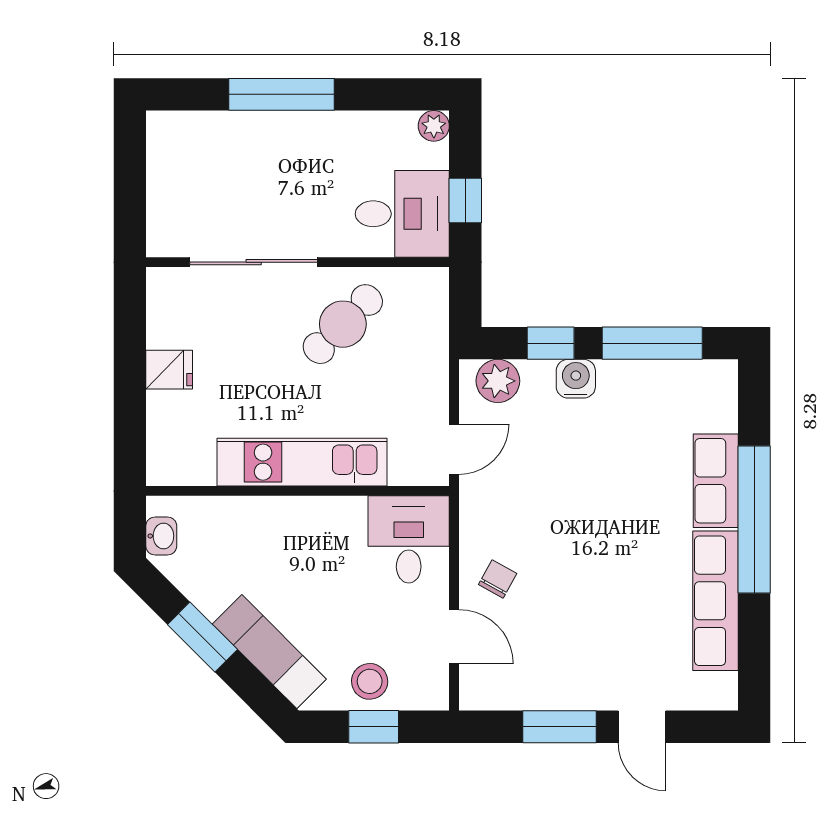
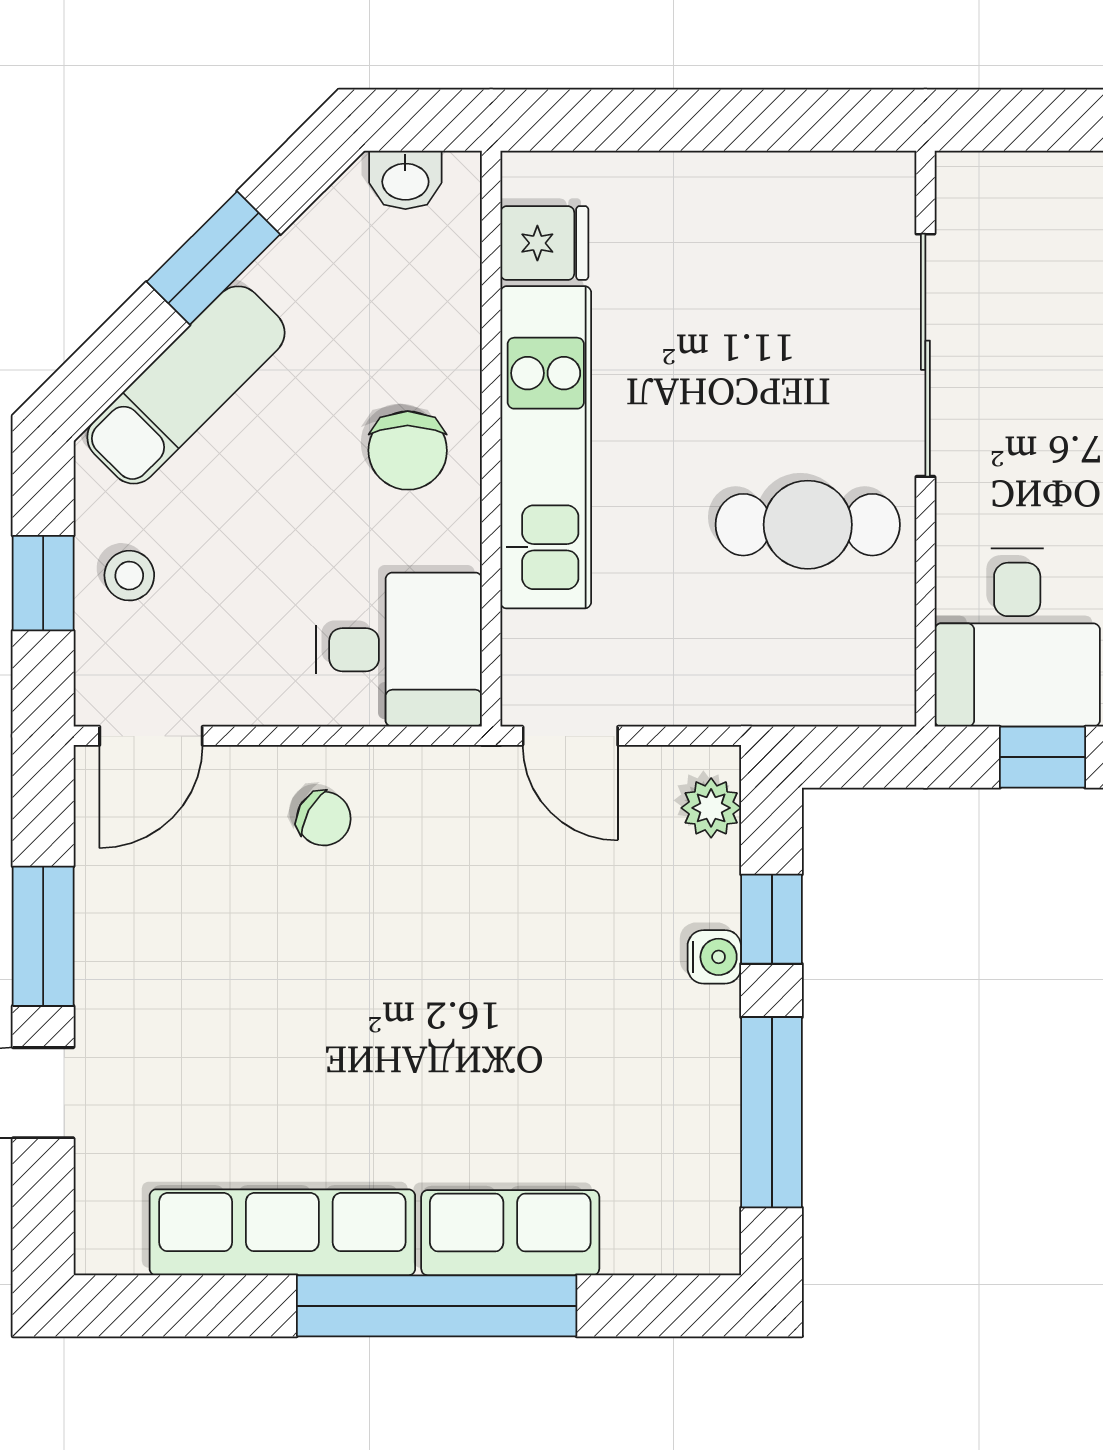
cafe table: (343, 324) -> (808, 525), turned -45
fridge: (169, 370) -> (544, 243), moved, turned -90
water cooler: (576, 379) -> (714, 957), width x0.72, depth x0.72
plant: (498, 381) -> (711, 808), width x0.73, depth x0.73
chair: (304, 535) -> (408, 450), added
door: (454, 637) -> (151, 736), moved
stool: (370, 681) -> (129, 576), width x0.73, depth x0.73

